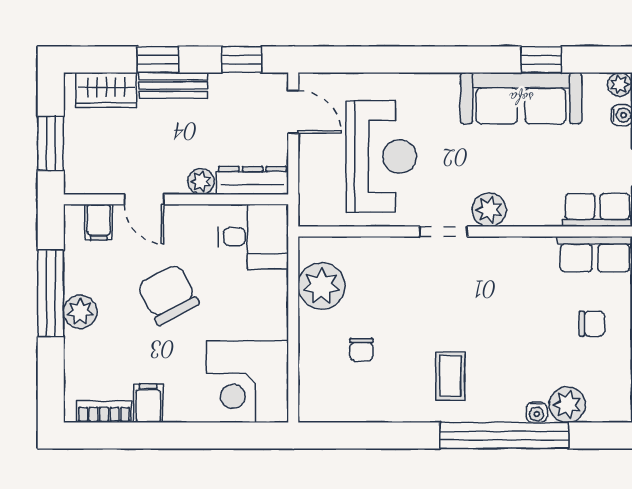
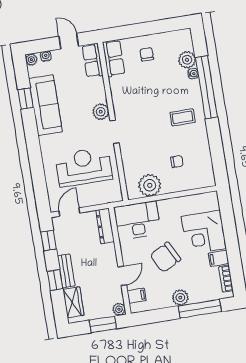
plant: (201, 181) -> (119, 309), moved
desk: (253, 237) -> (137, 220), width x1.37
window: (51, 293) -> (200, 309), moved
corner desk: (247, 382) -> (204, 233), moved, turned 90

